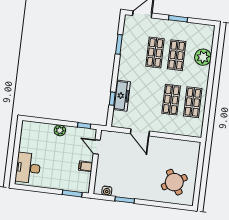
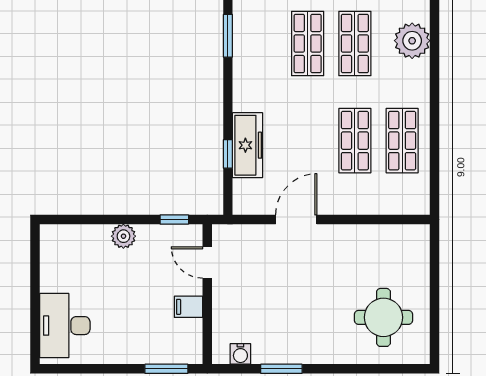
door: (140, 132) -> (296, 220), swing flipped
round table: (174, 182) -> (383, 317), turned 31

